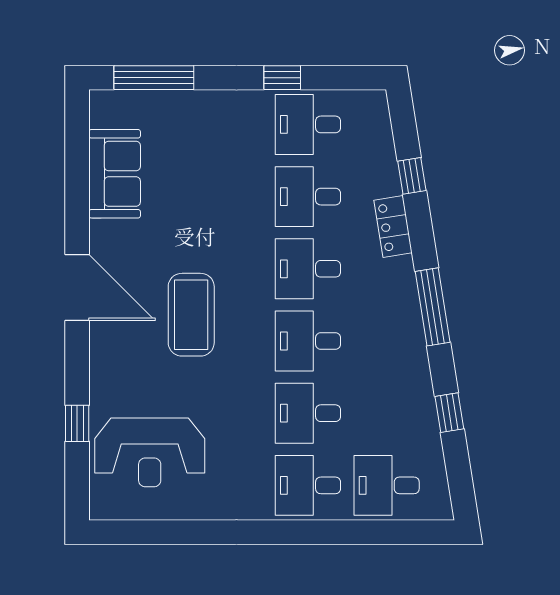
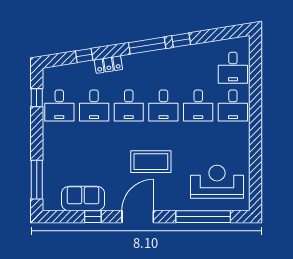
window: (282, 78) -> (37, 98), moved
window: (77, 194) -> (93, 217), added
window: (449, 413) -> (181, 40), moved
window: (77, 423) -> (203, 217), width x3.17
reception desk: (150, 452) -> (217, 182), turned -90

